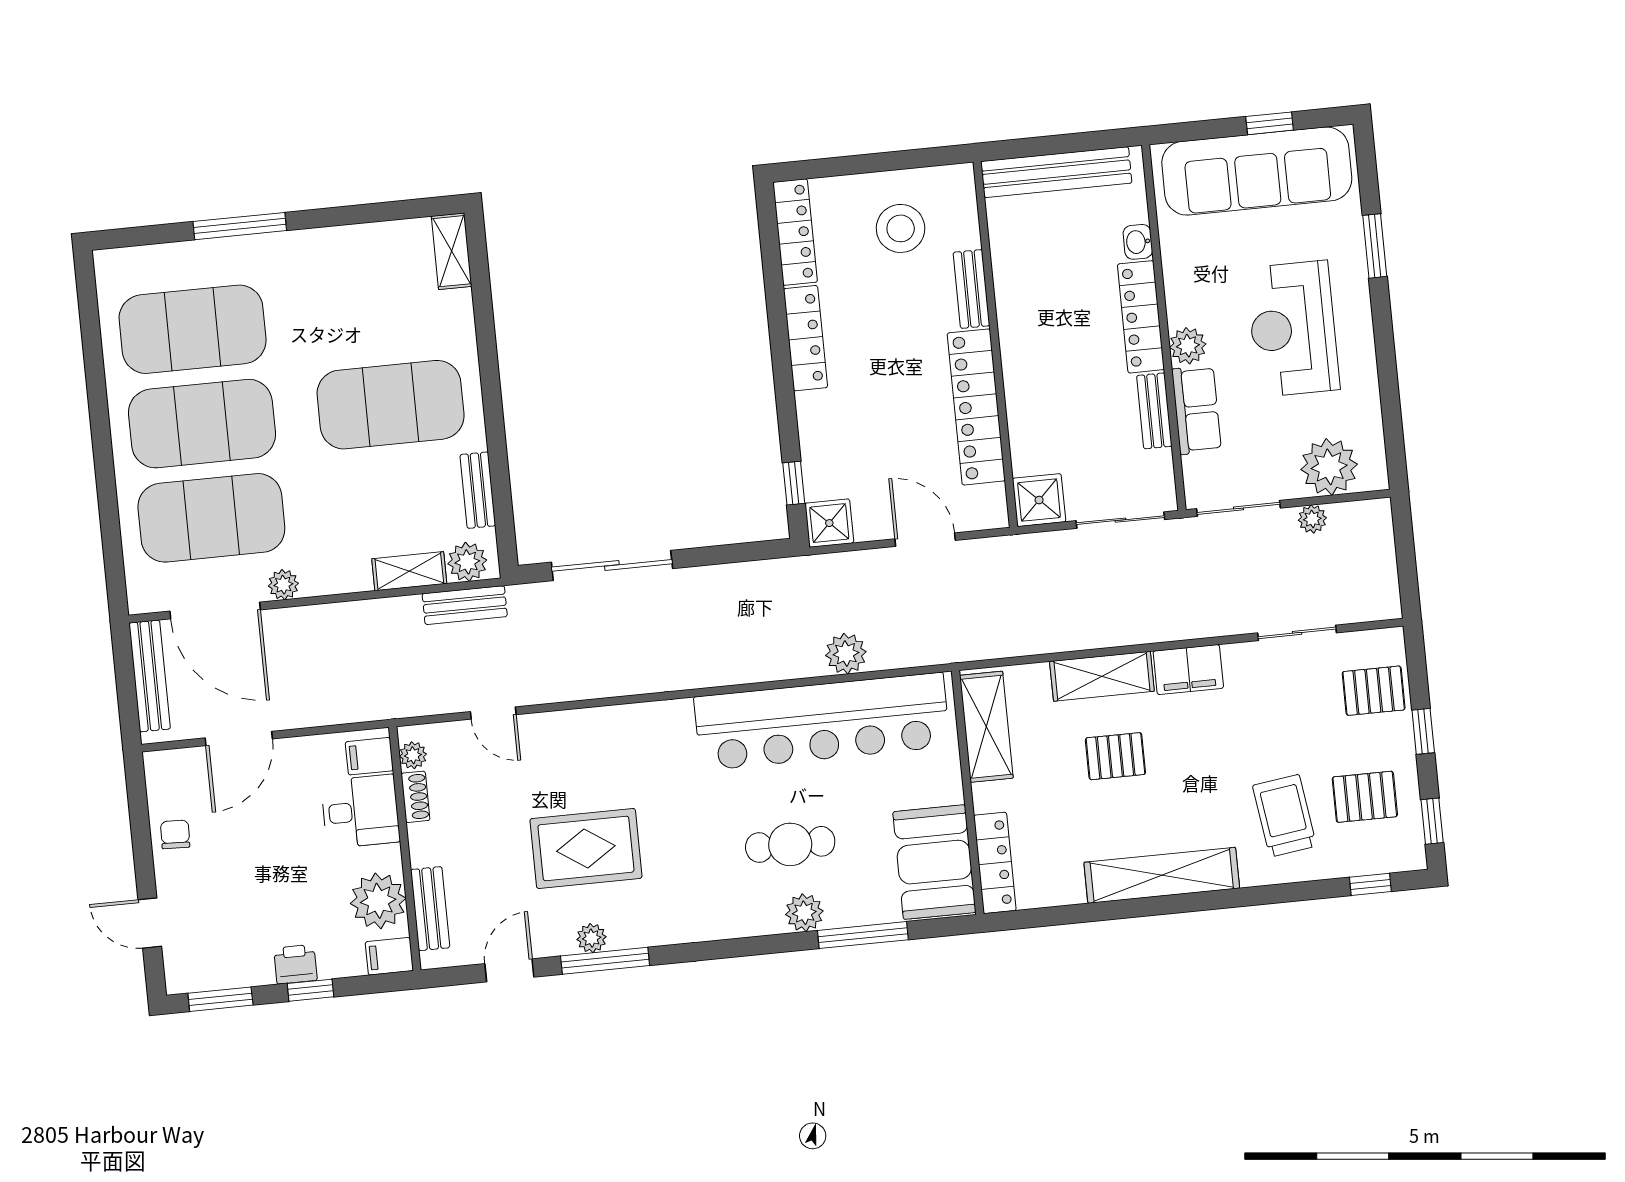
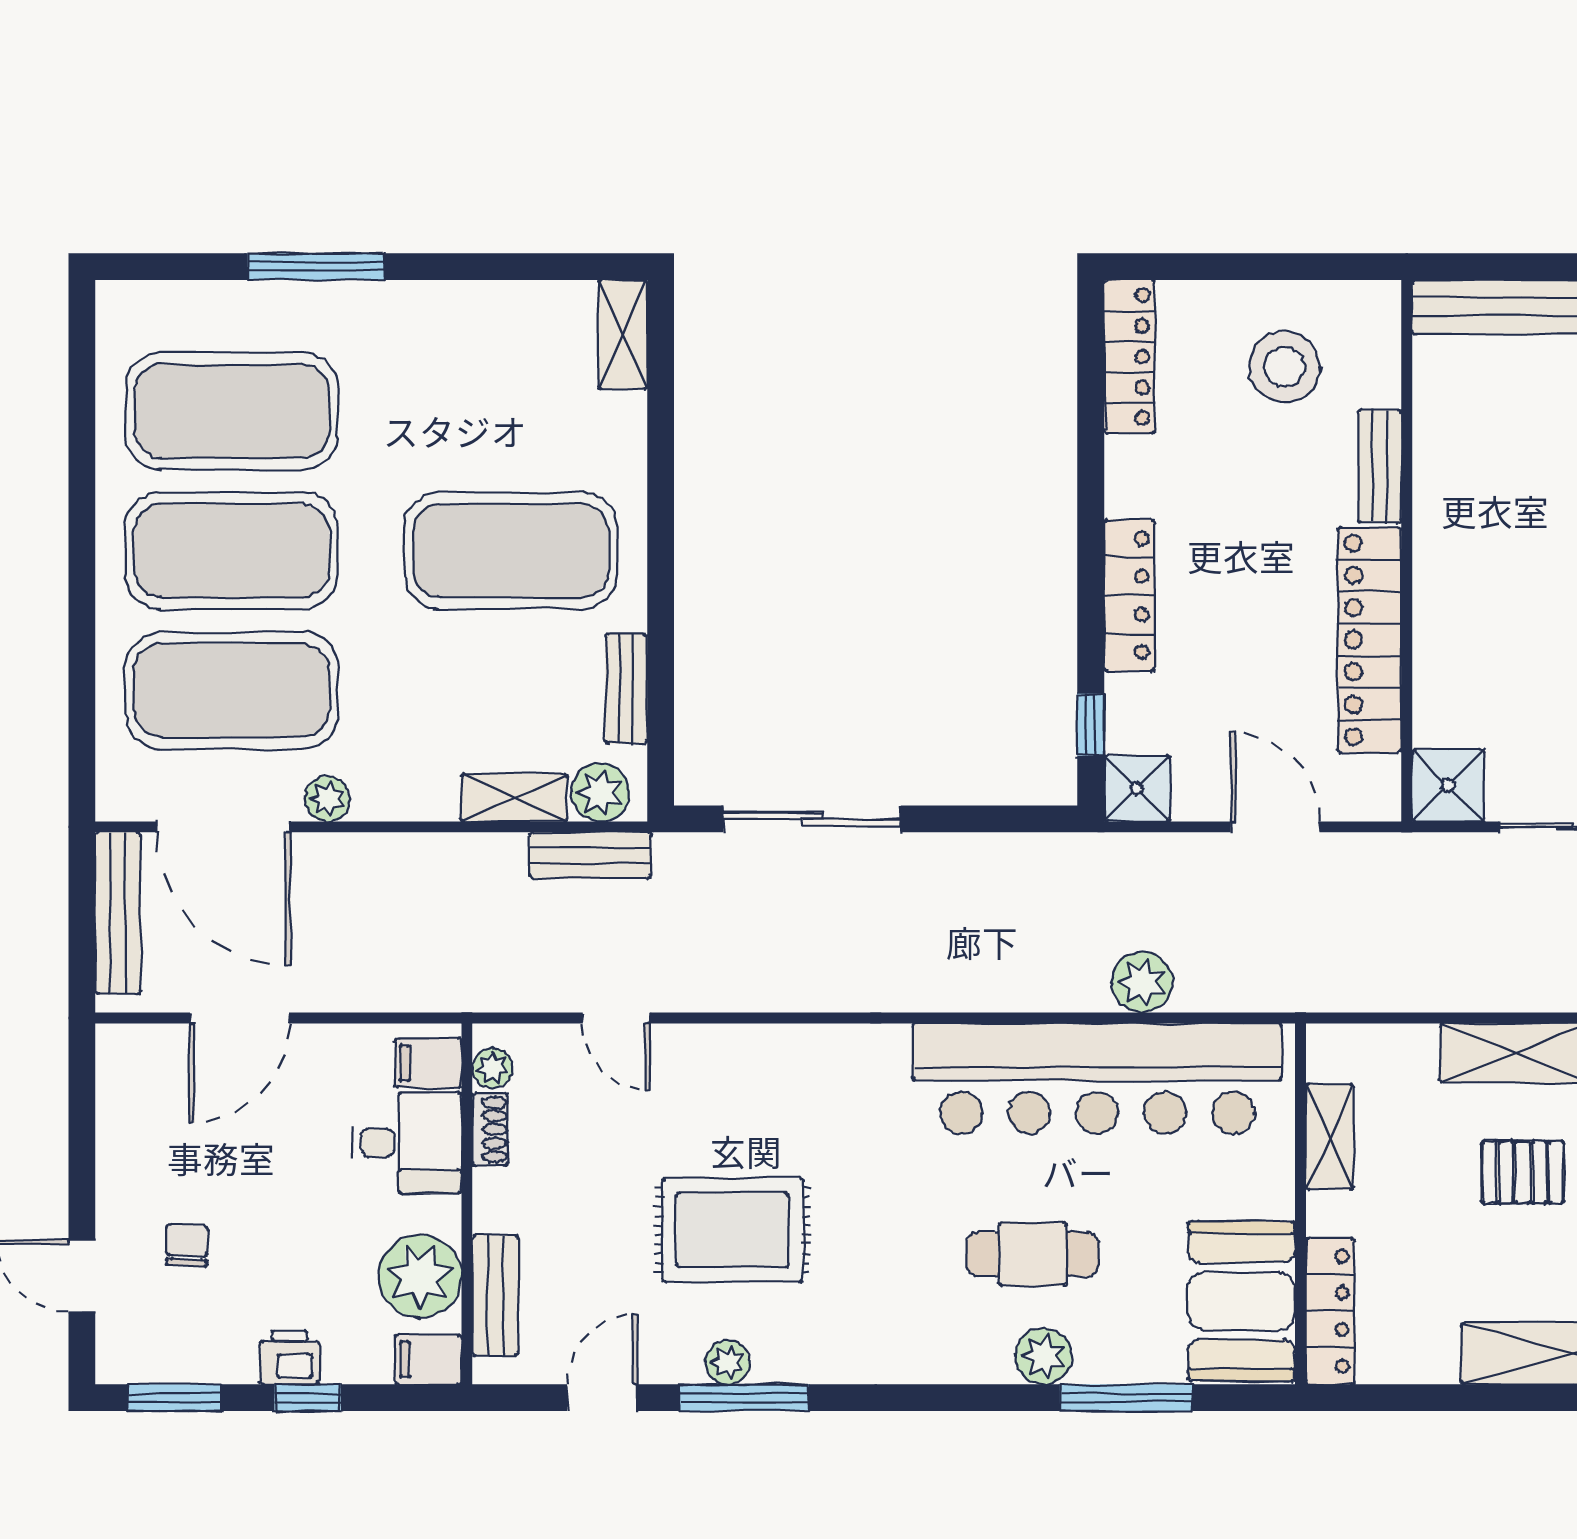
locker: (805, 338) -> (1129, 595), moved
shelving: (986, 727) -> (1330, 1137), width x0.67, depth x0.75
chair: (175, 834) -> (187, 1245), moved

